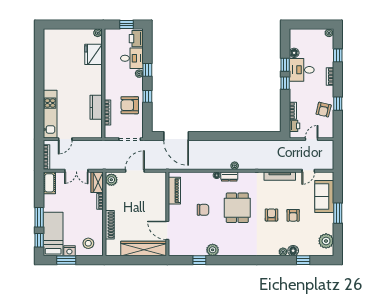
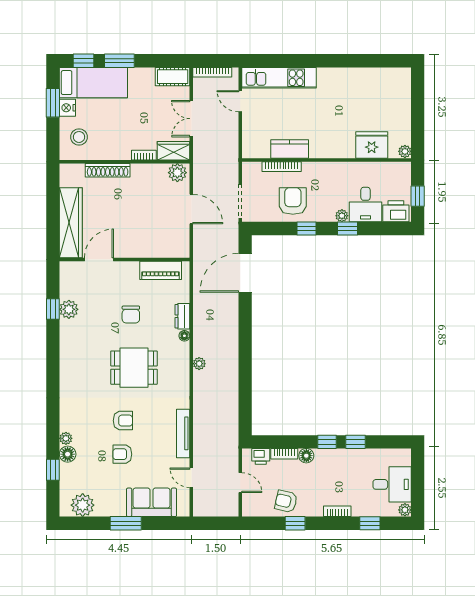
floor lamp: (294, 53) -> (306, 456), moved
desk: (302, 70) -> (392, 484), moved, turned 90
dresser: (229, 176) -> (182, 316), moved
plant: (213, 250) -> (69, 309), moved

